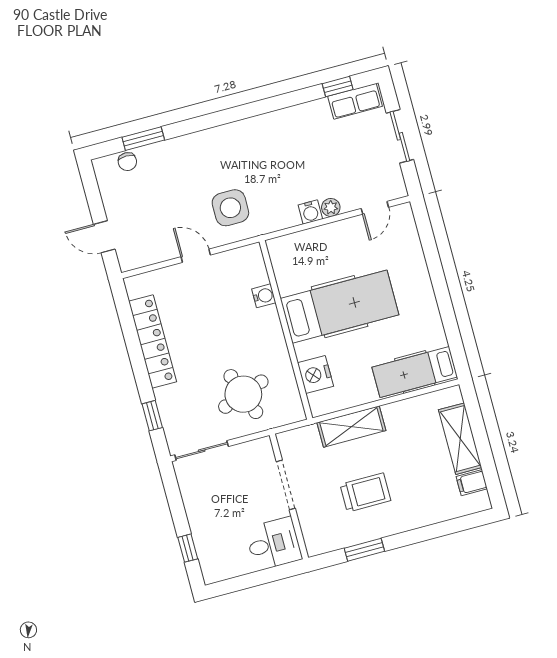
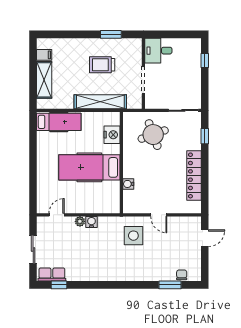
door: (104, 237) -> (205, 238), hinge flipped
shelving: (351, 427) -> (100, 102), width x1.47

